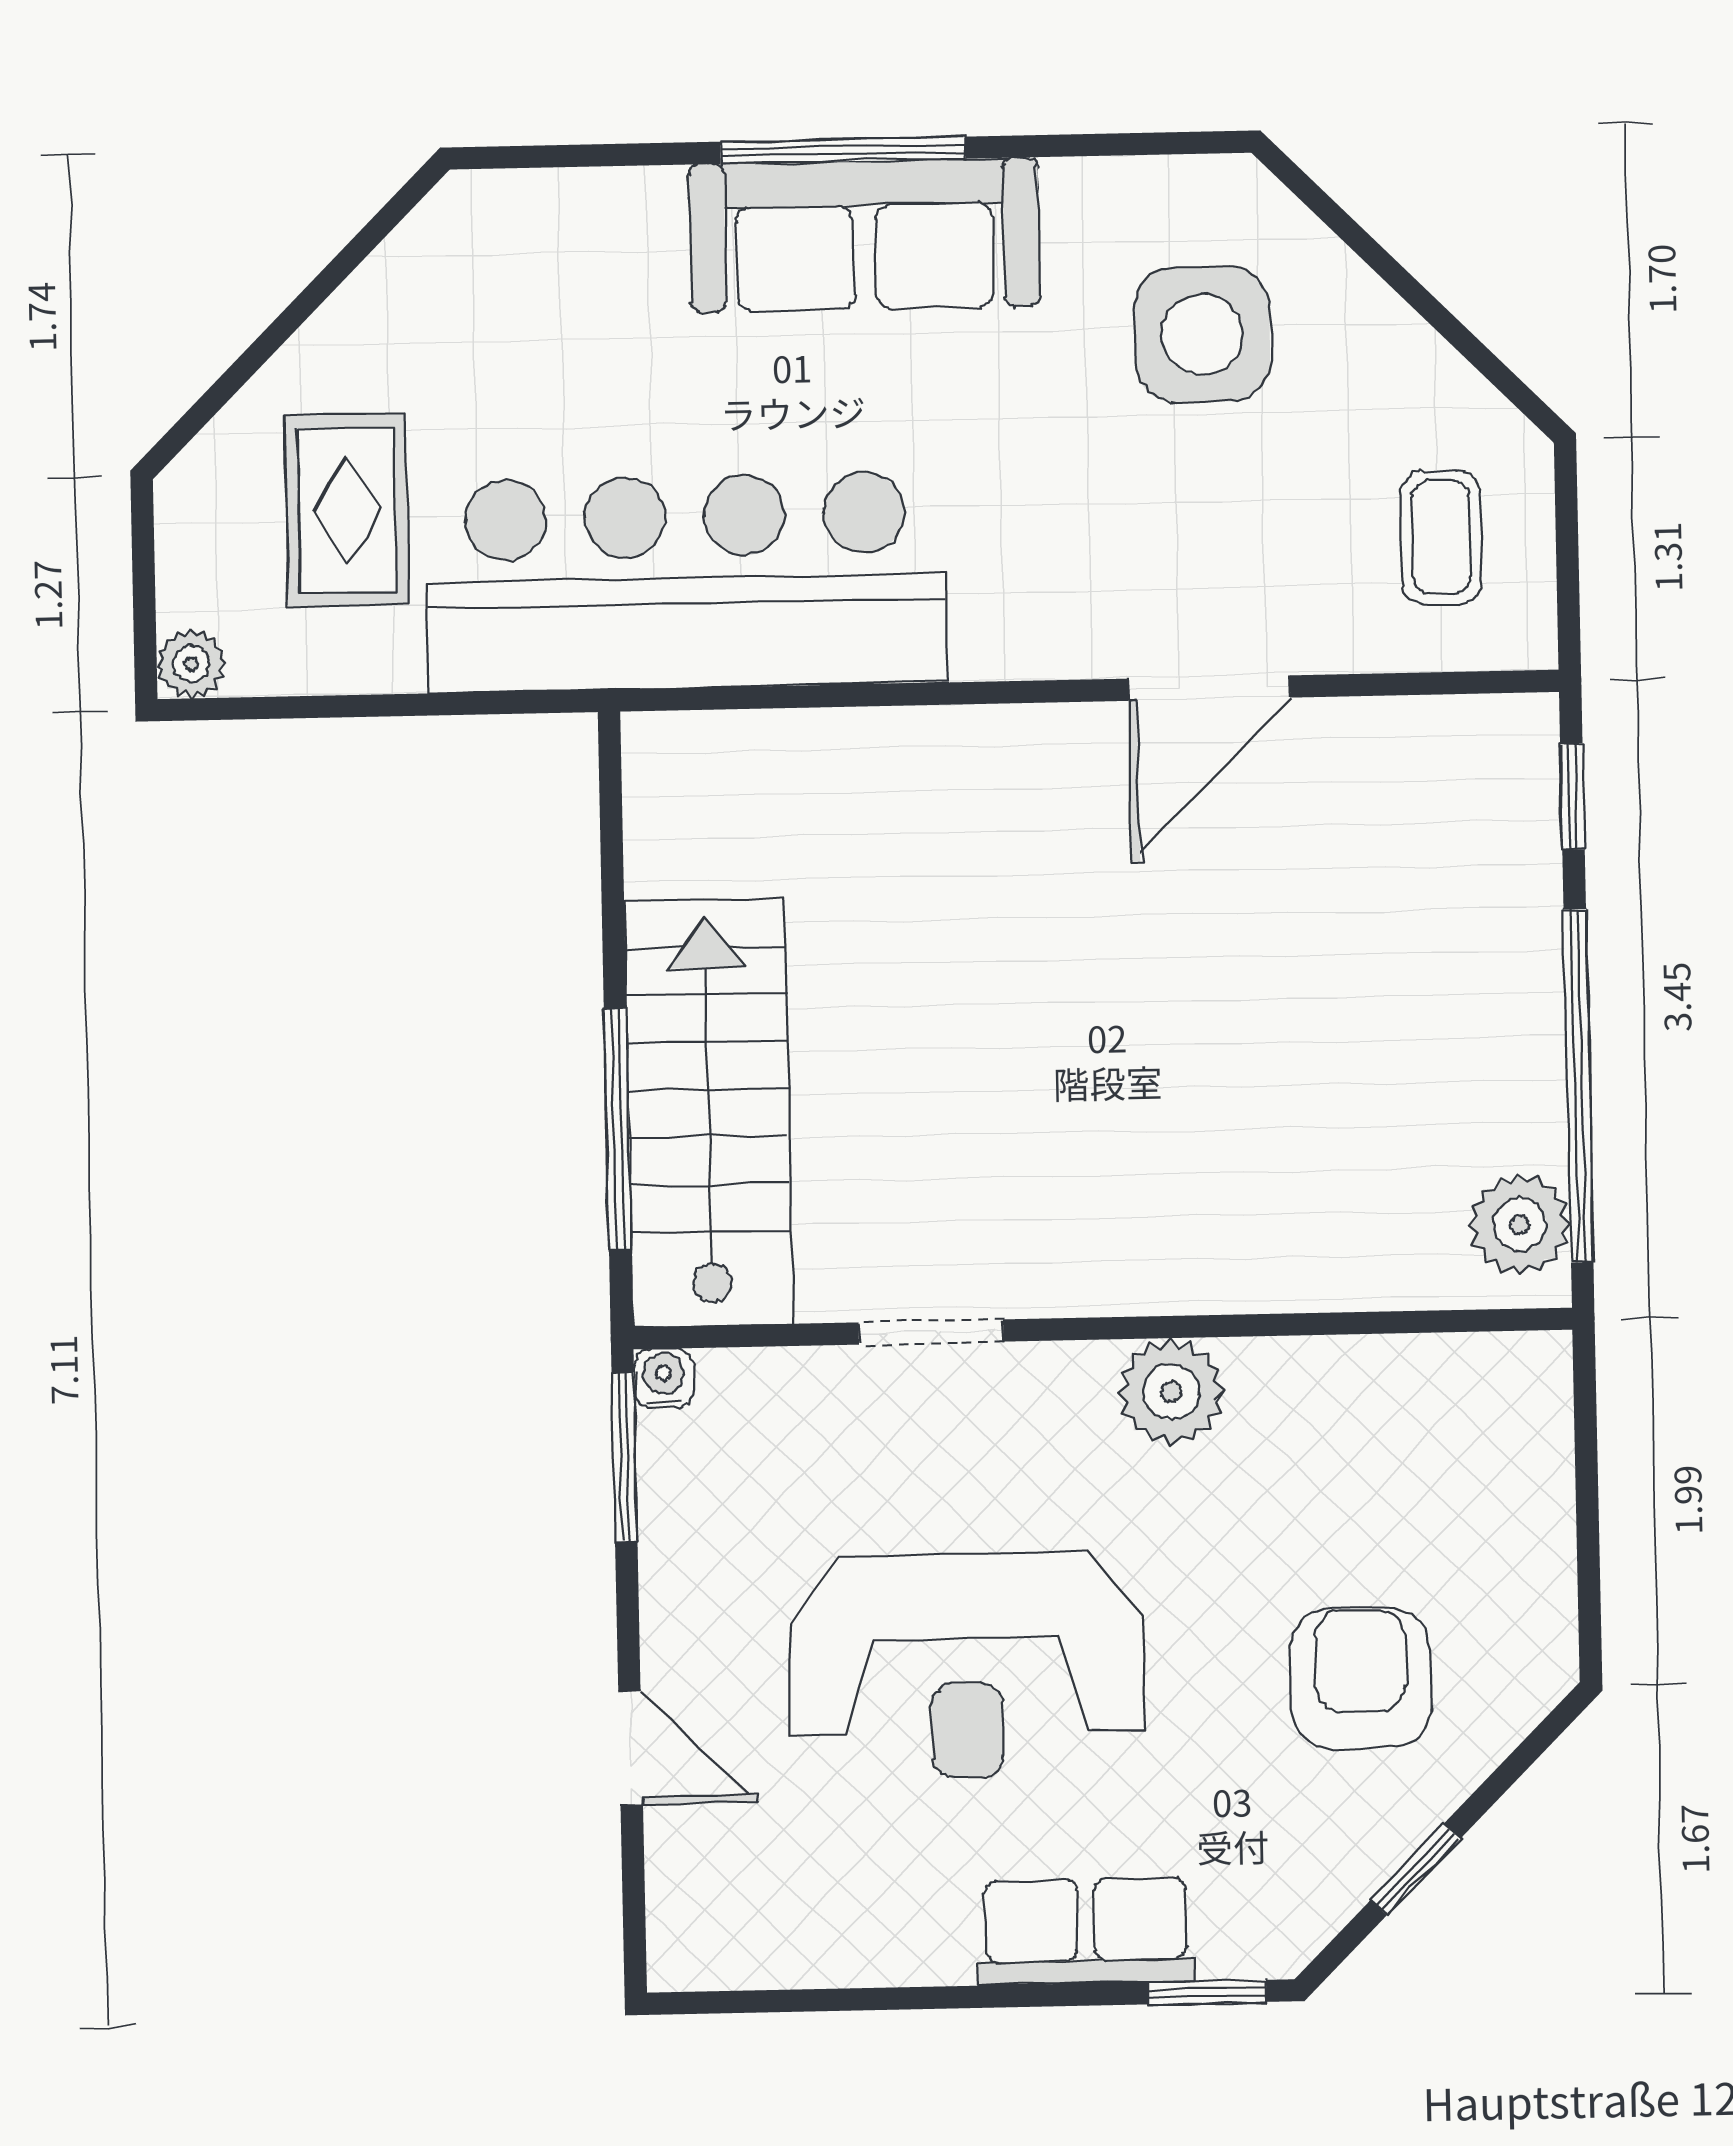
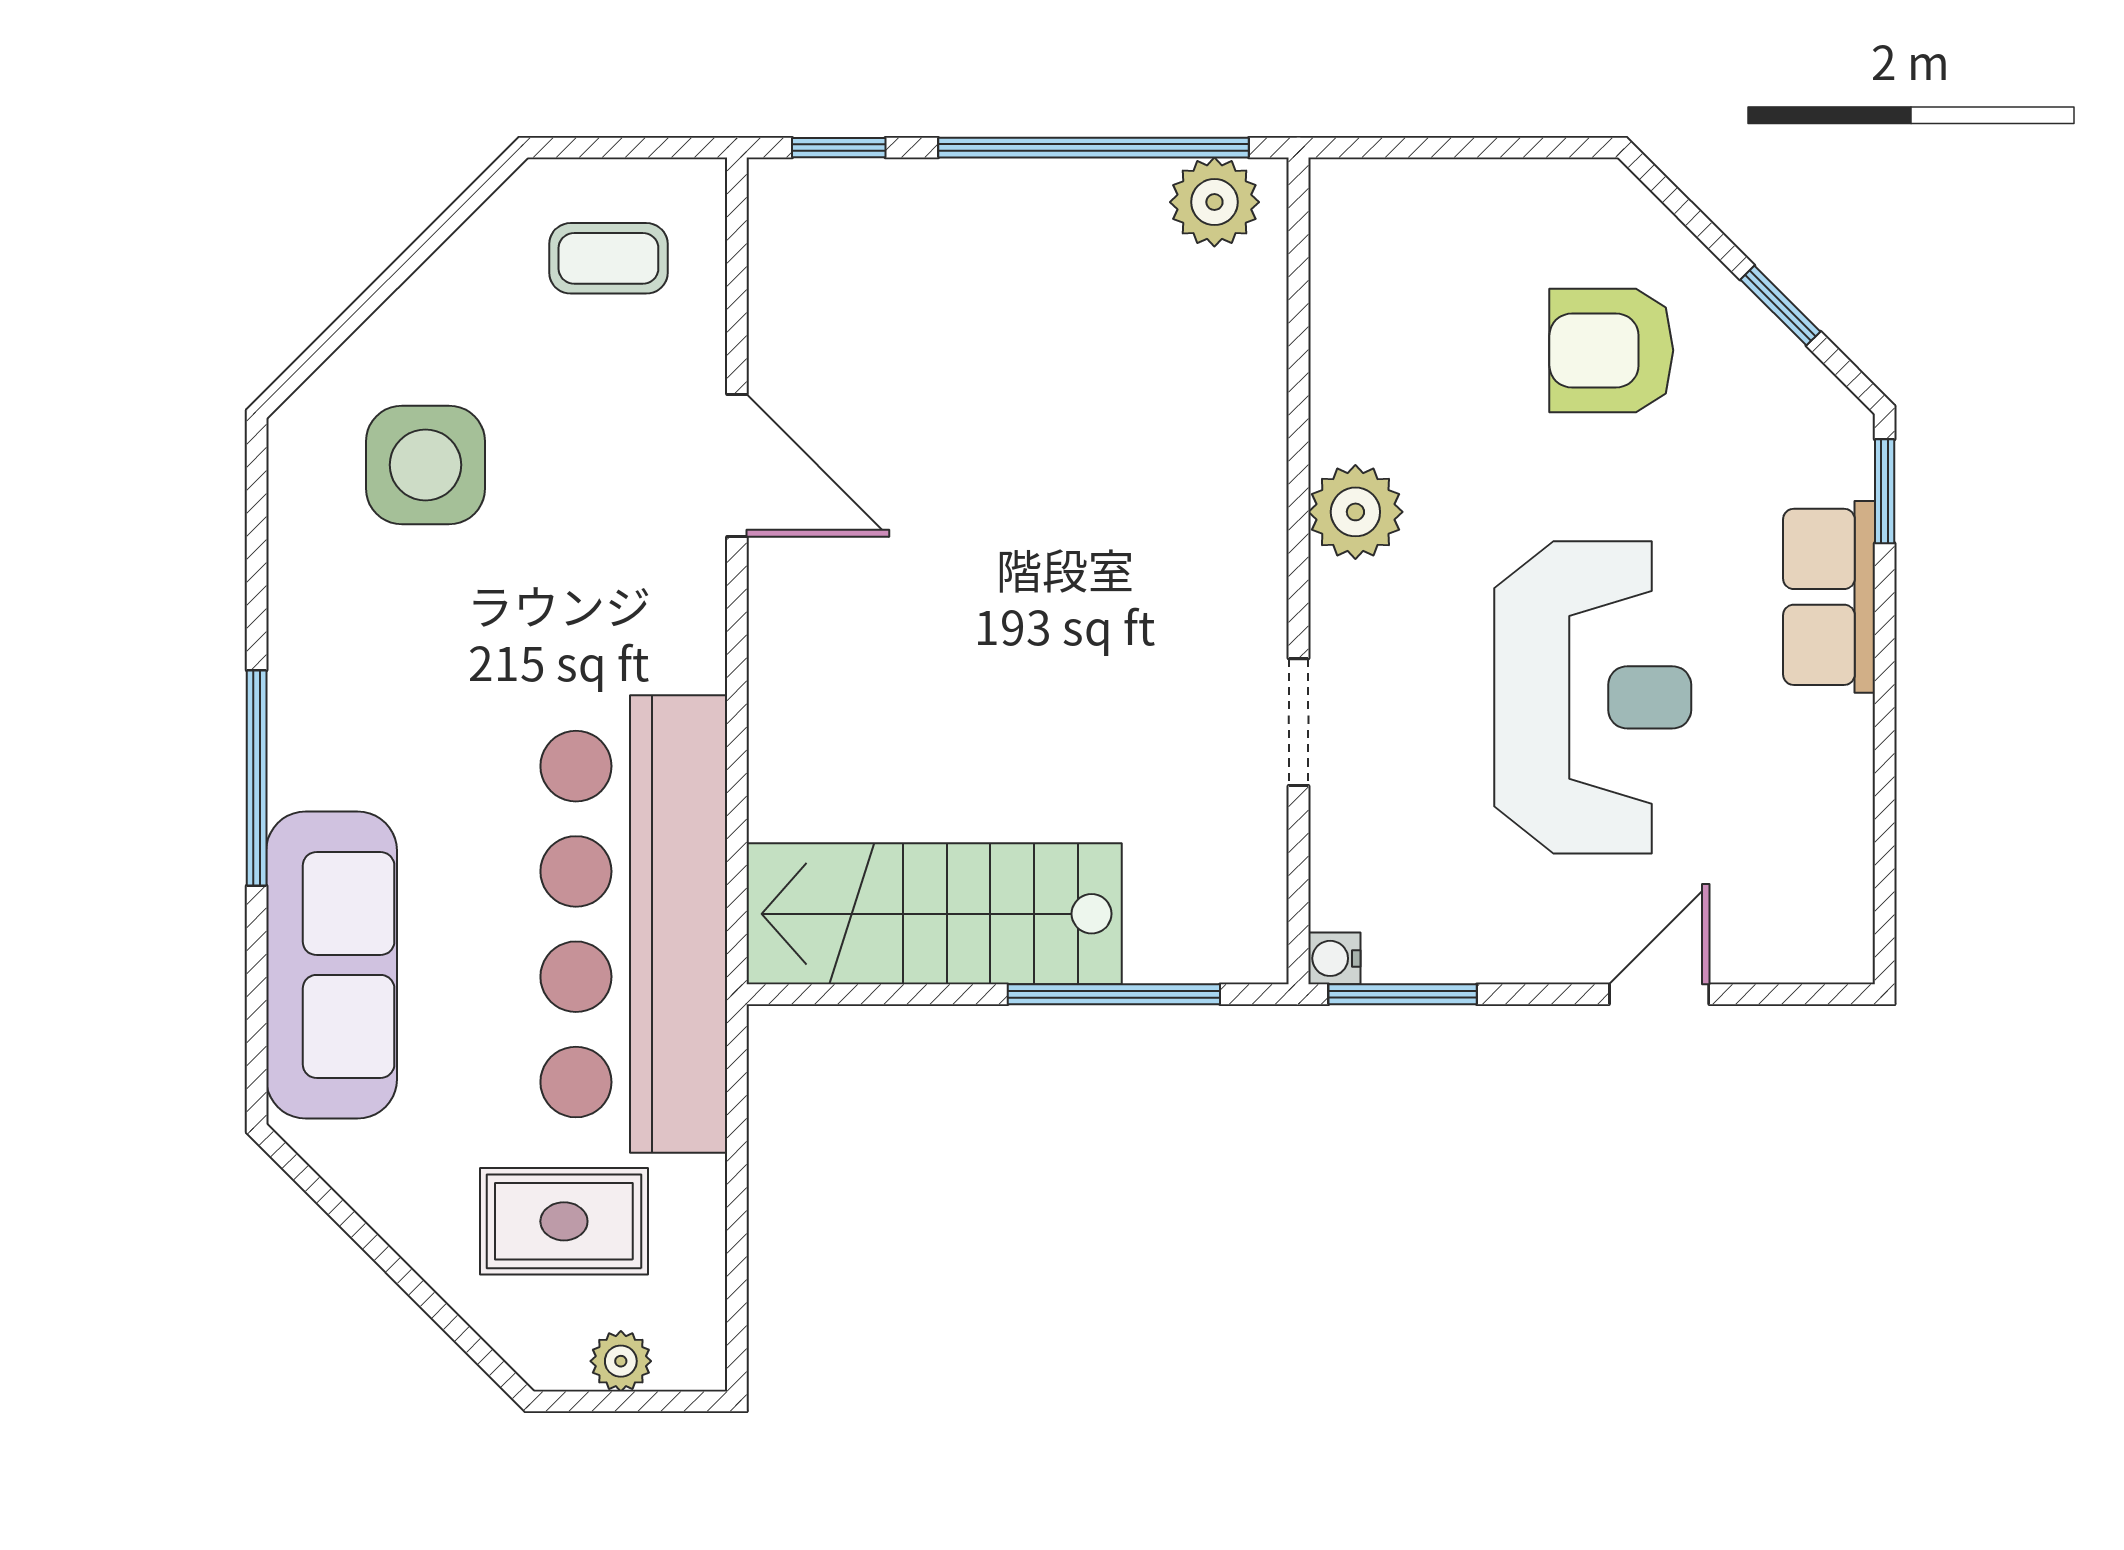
sofa: (864, 235) -> (332, 965), moved
plant: (191, 664) -> (621, 1361), moved
stairs: (709, 1113) -> (934, 914), moved

